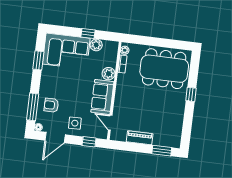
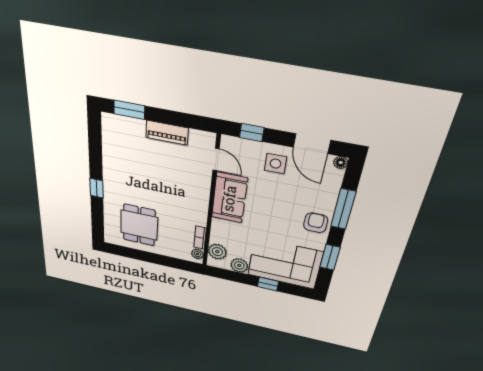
window: (88, 34) -> (268, 284), moved
dining table: (164, 69) -> (139, 225), width x0.53, depth x0.80
plant: (109, 74) -> (217, 252), moved
armchair: (51, 105) -> (316, 223), moved, turned -90
window: (33, 107) -> (343, 209), moved
door: (55, 138) -> (312, 144), swing flipped

